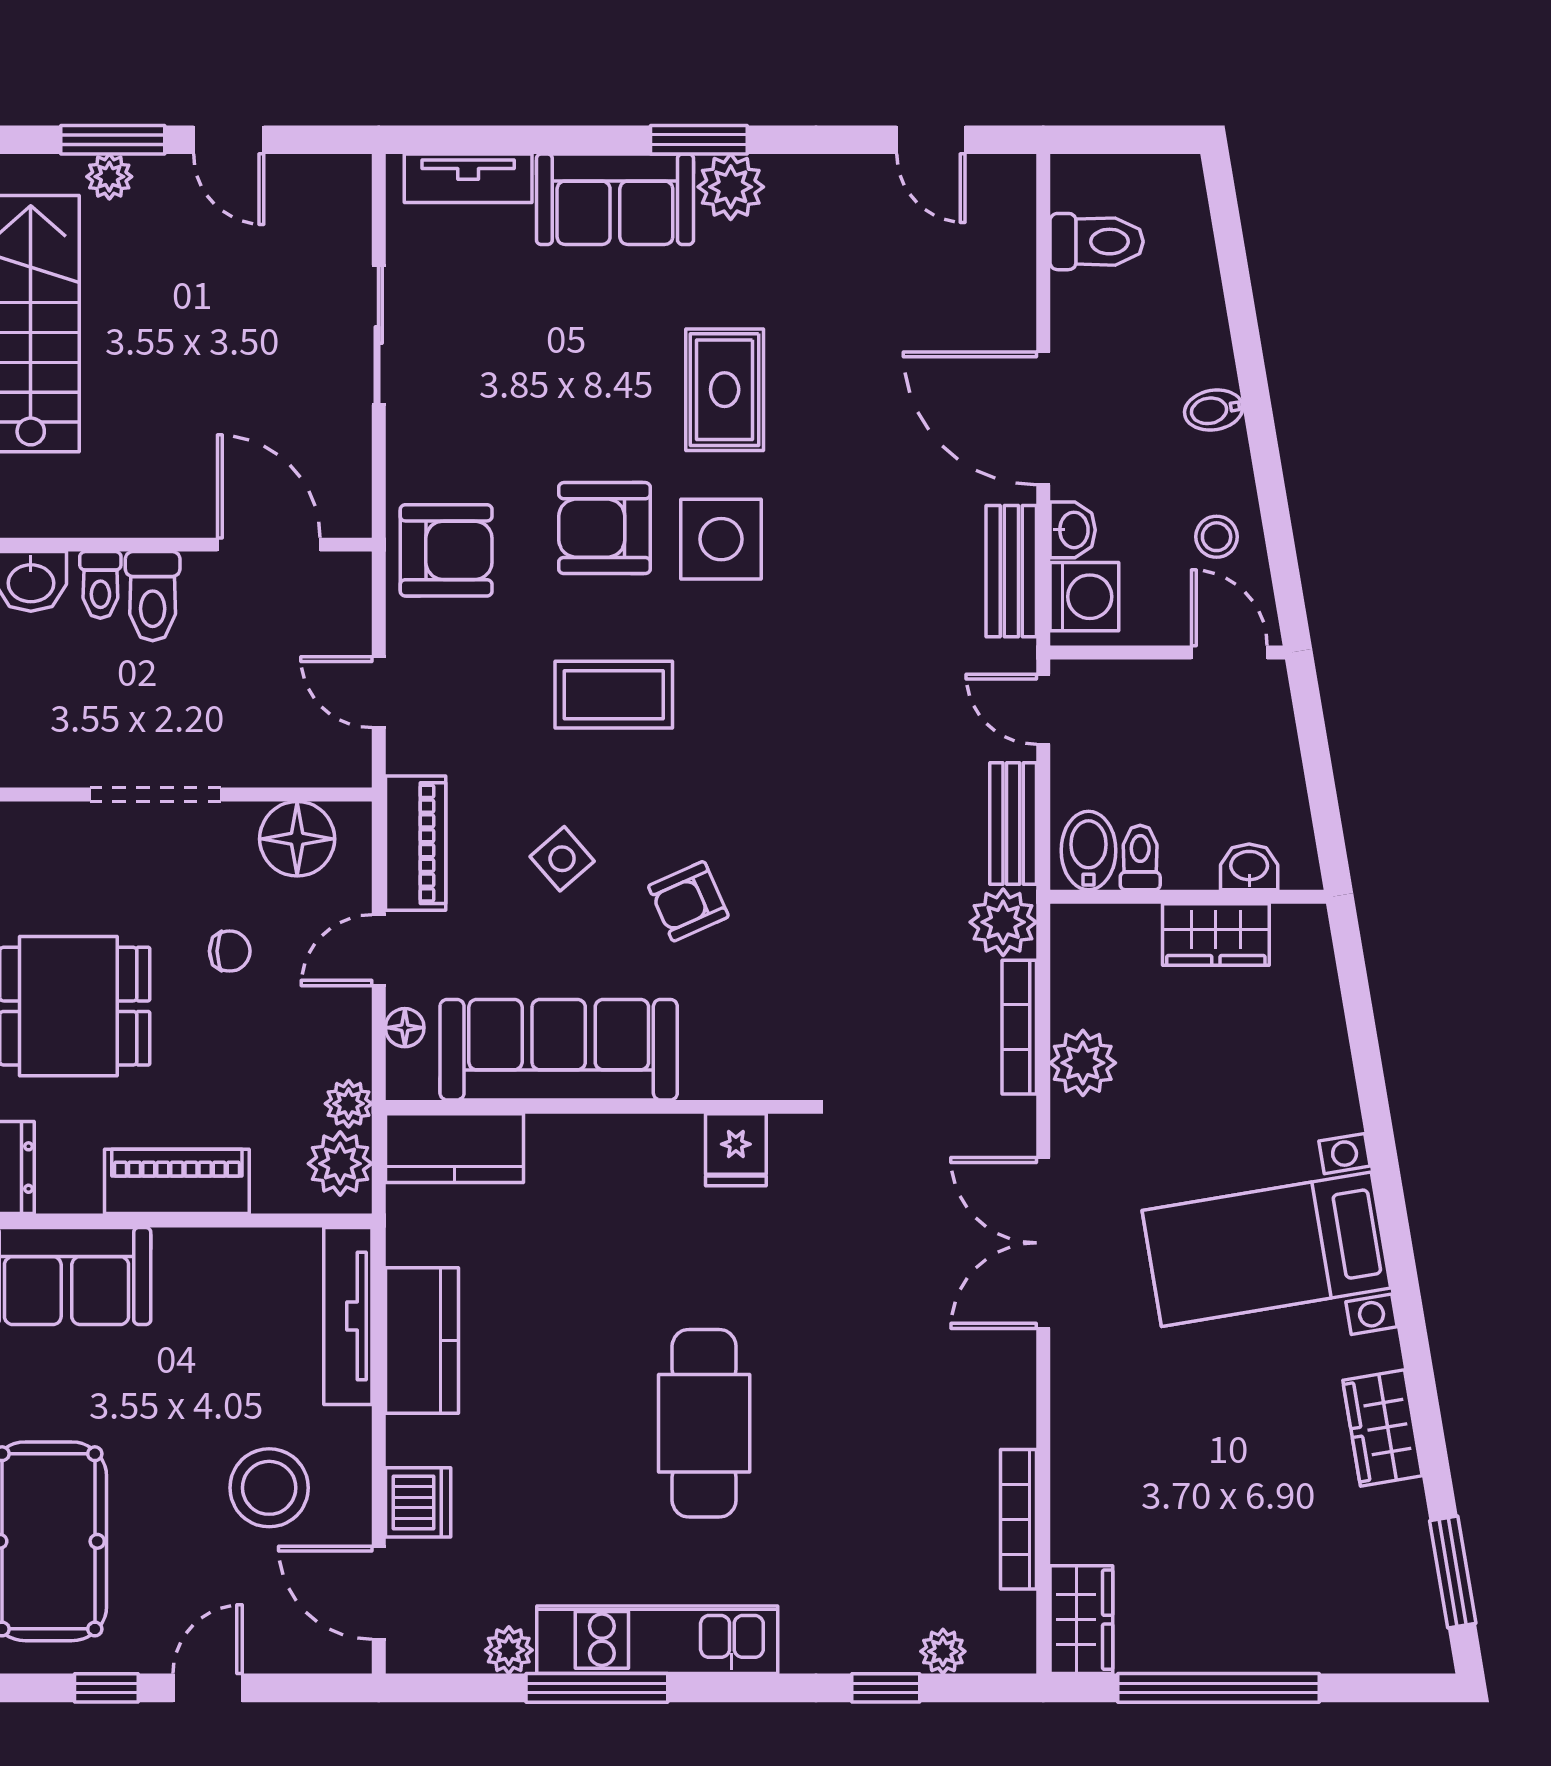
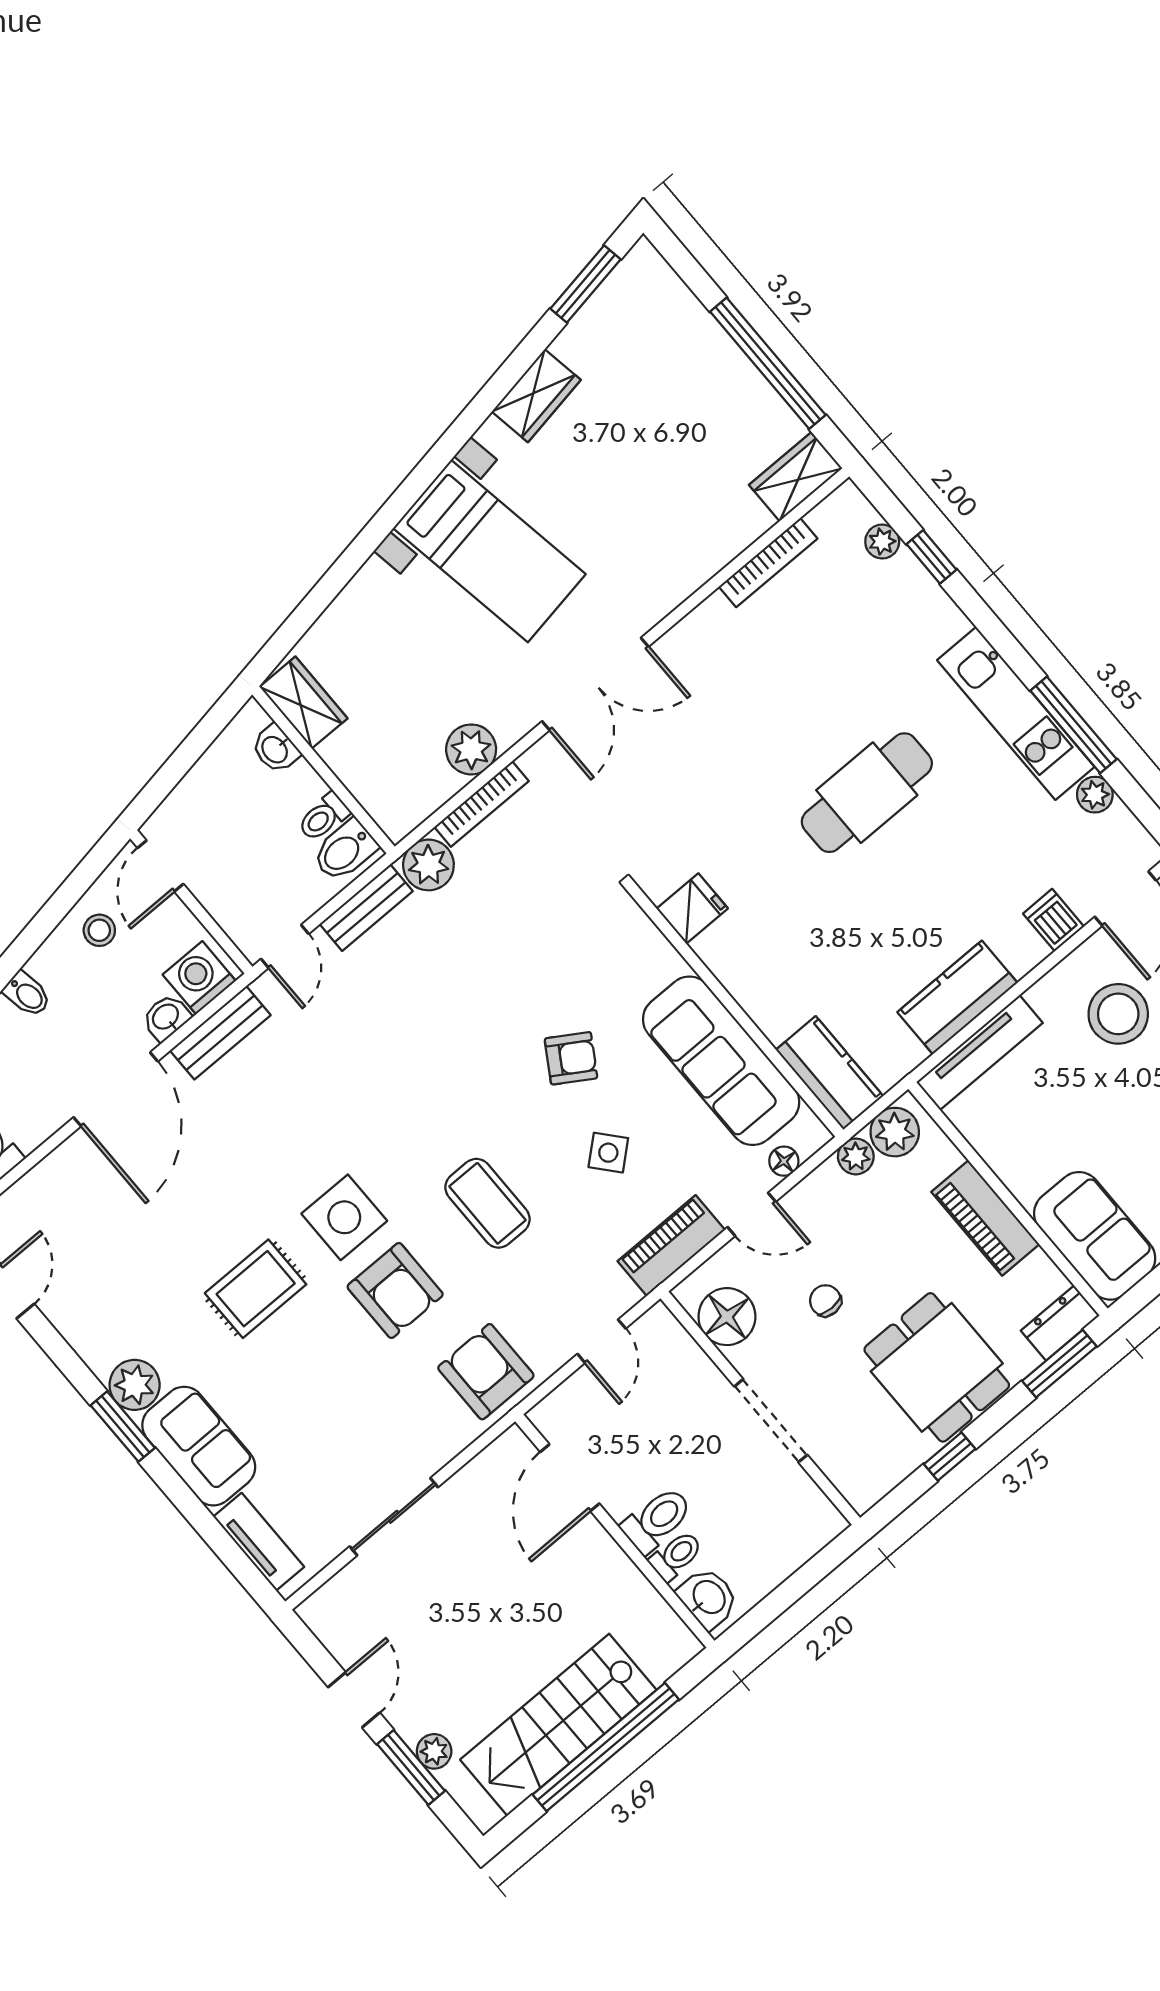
armchair: (688, 901) -> (571, 1058), turned -34
wardrobe: (1216, 934) -> (303, 703), moved
dishwasher: (418, 1502) -> (1054, 920), width x0.73

